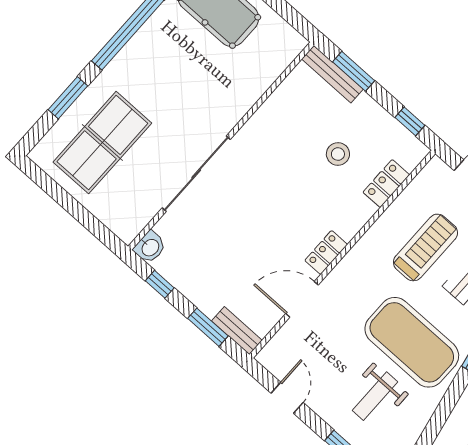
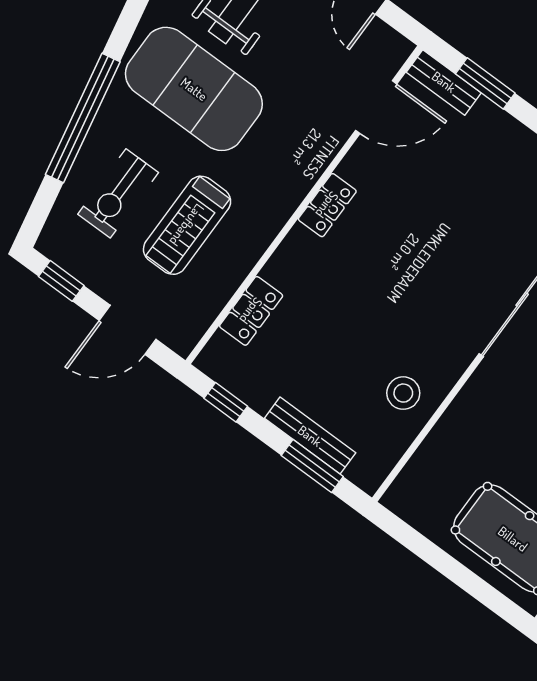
bench: (332, 74) -> (310, 436), moved
stool: (338, 154) -> (403, 393), moved
door: (302, 299) -> (376, 107), moved

